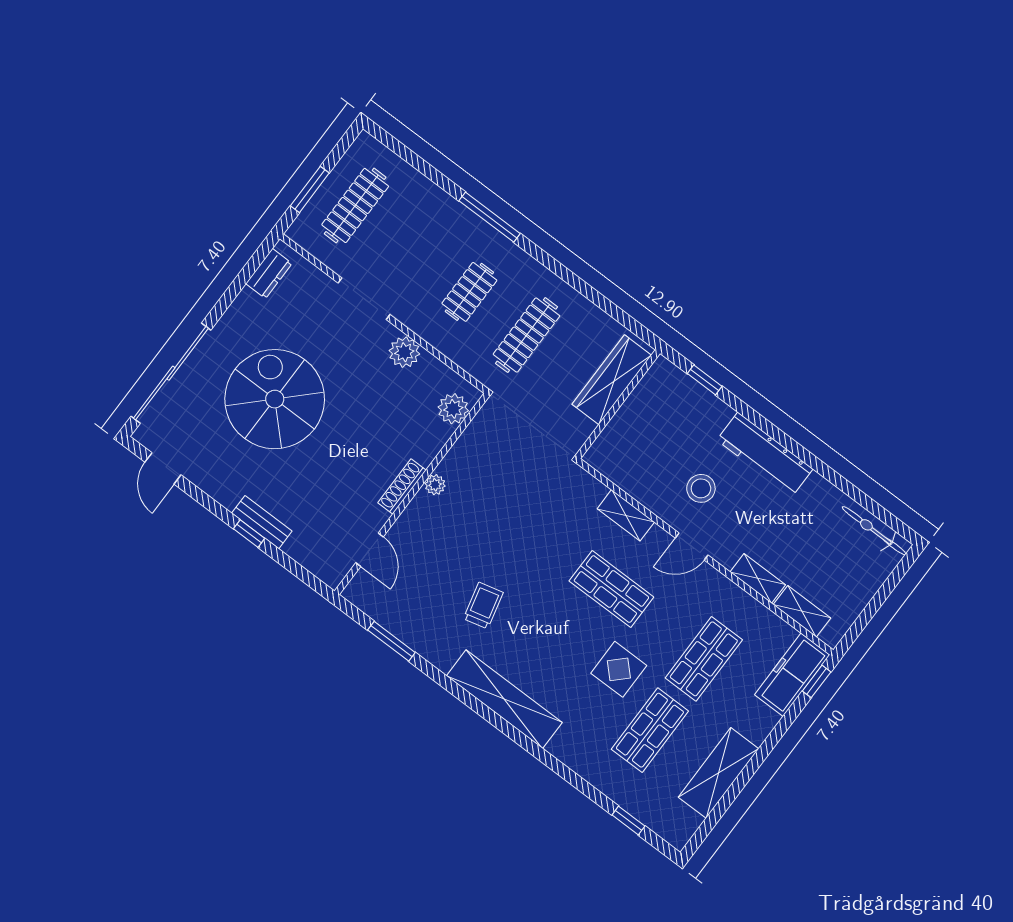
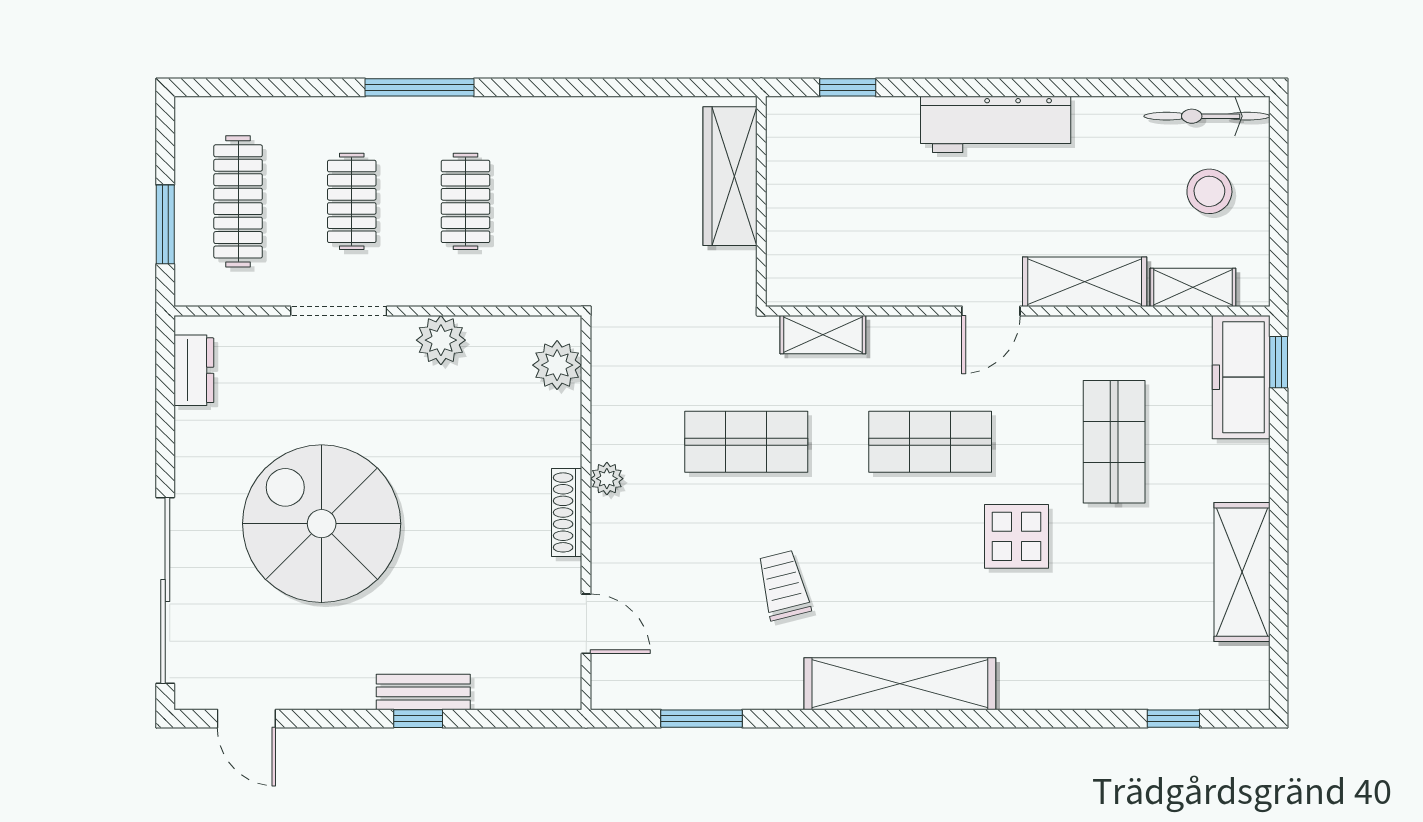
clothes rail: (526, 335) -> (352, 201), moved, width x0.73
stool: (701, 488) -> (1209, 191), moved
shelving: (626, 515) -> (823, 335), moved
shelving: (758, 578) -> (1085, 282), width x1.50, depth x1.33
shop shelf: (650, 730) -> (746, 442), moved, turned 90

